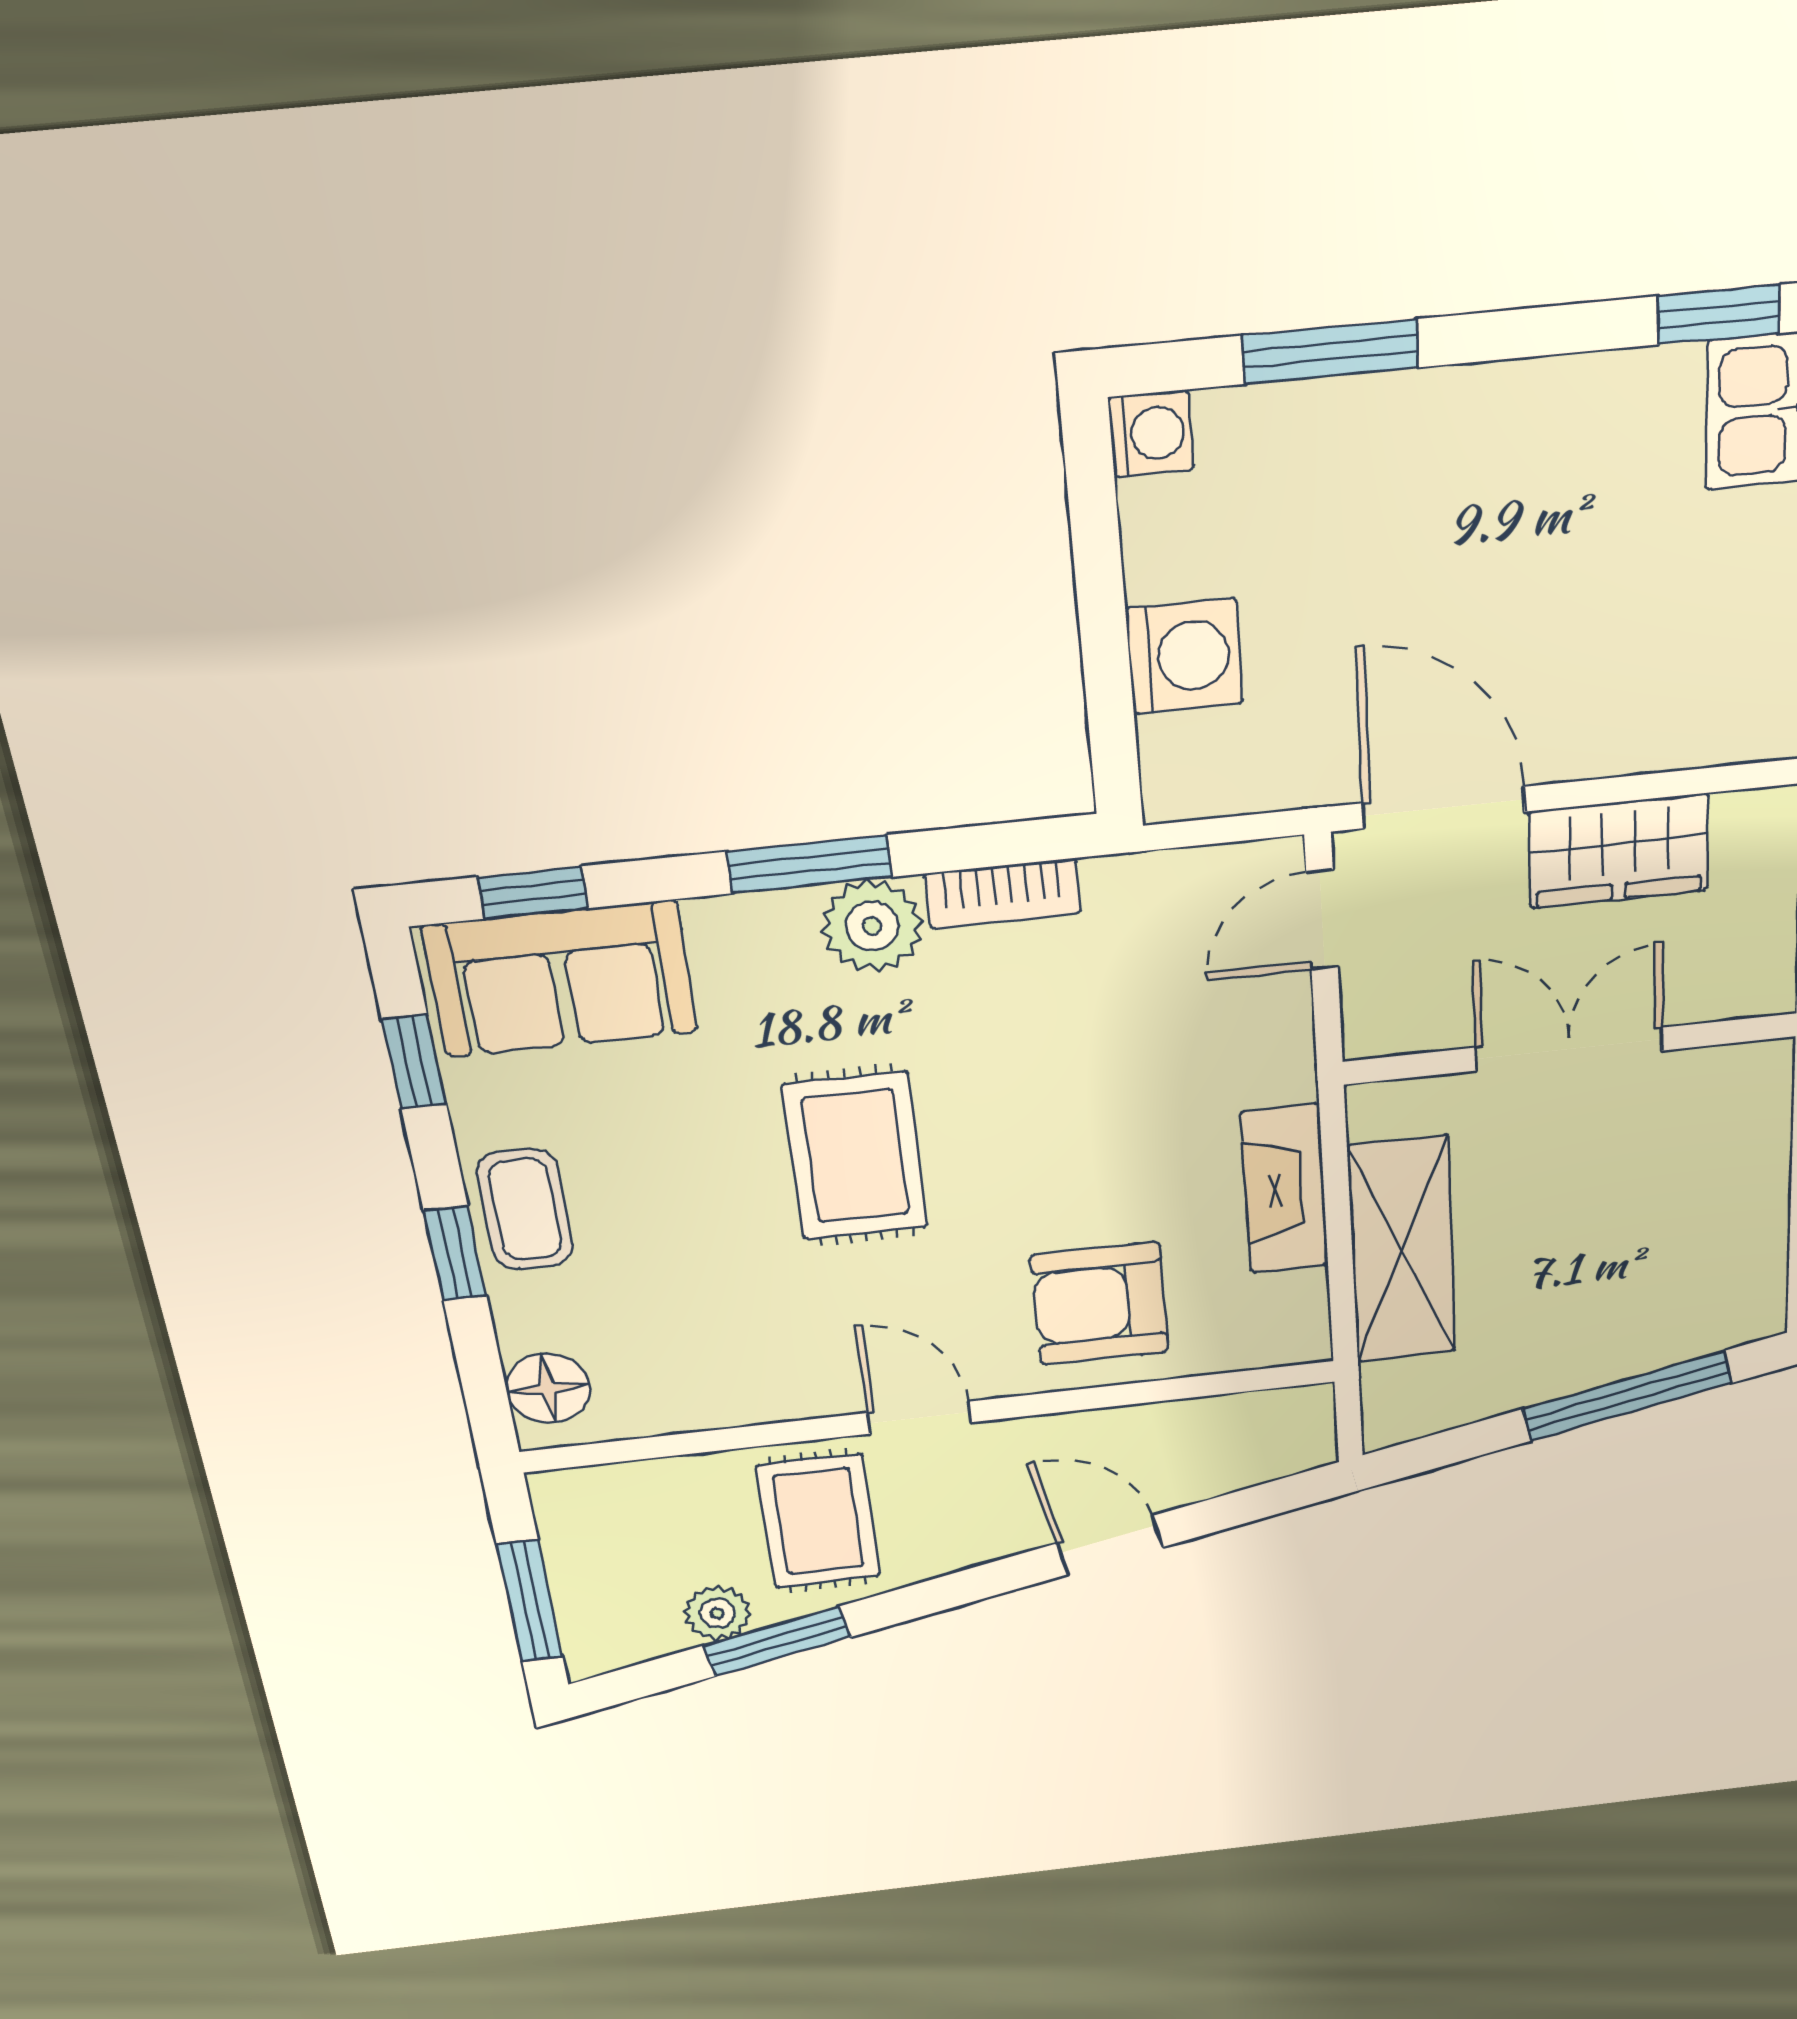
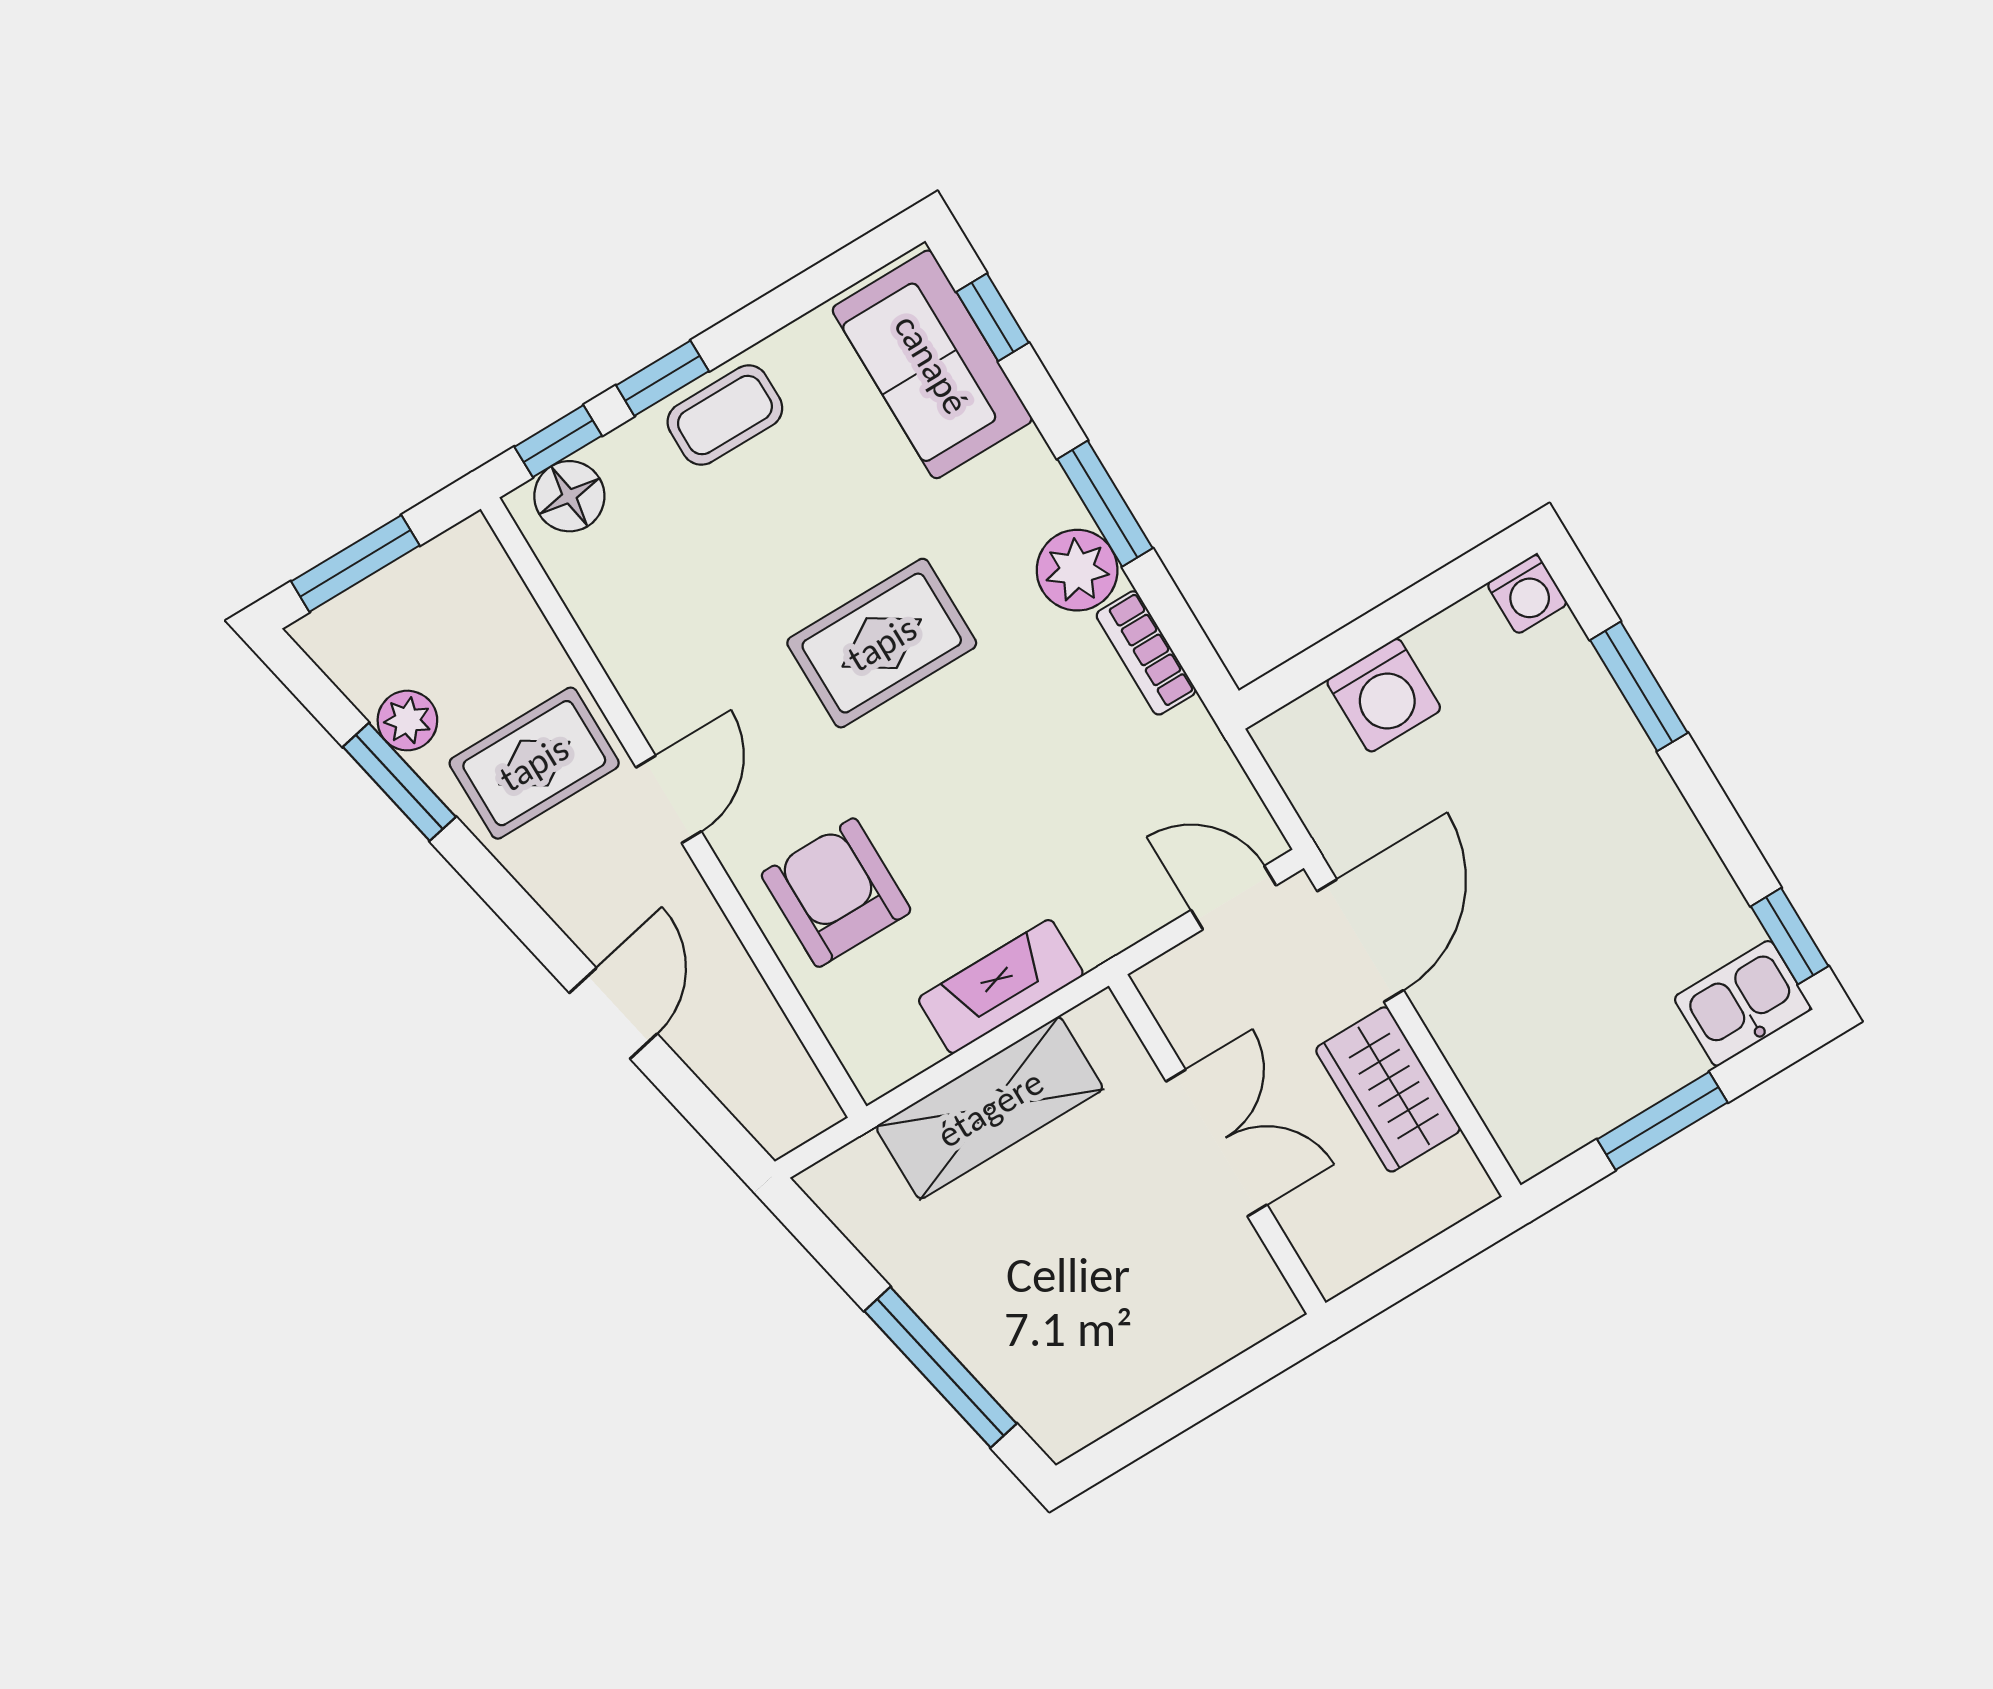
window: (414, 1062) -> (558, 441), moved

